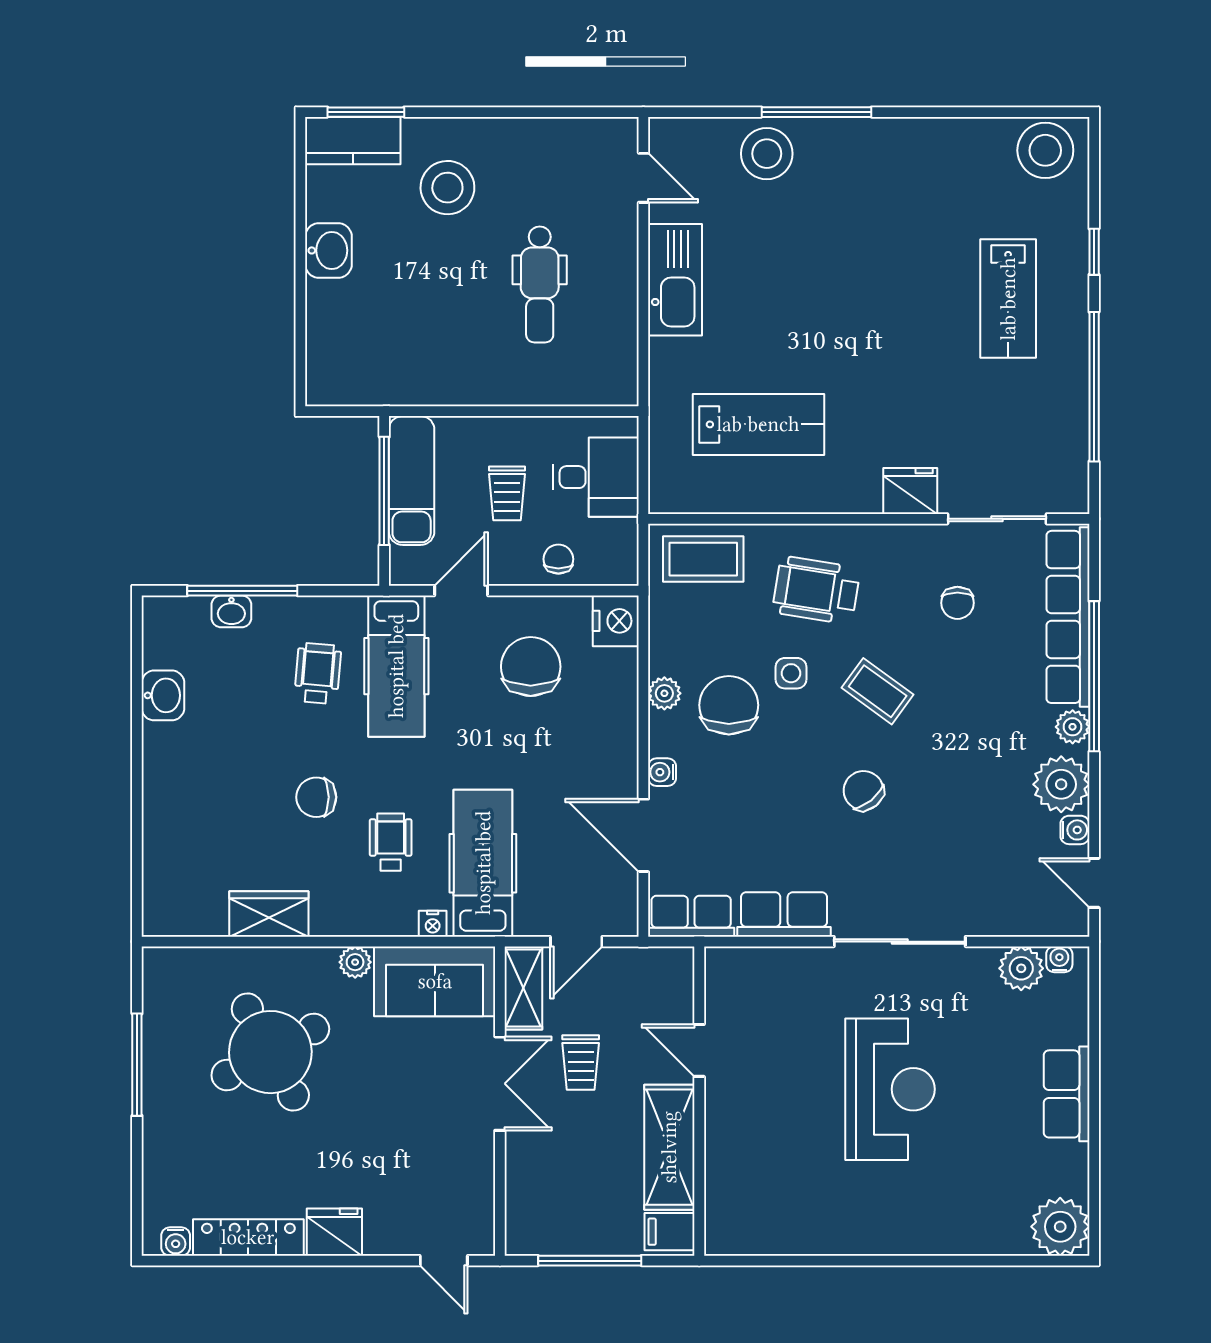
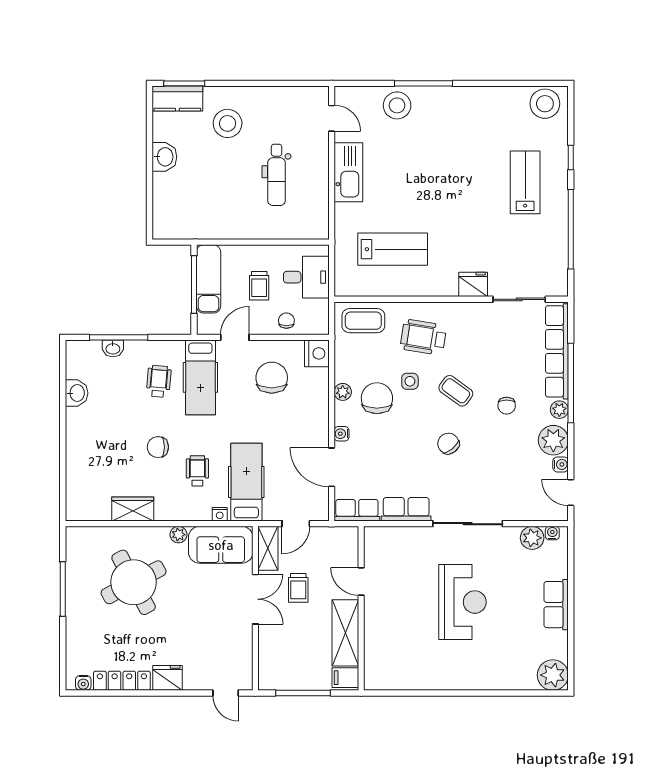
lab bench: (1008, 299) -> (525, 182), turned 180
chair: (957, 603) -> (507, 406), moved

